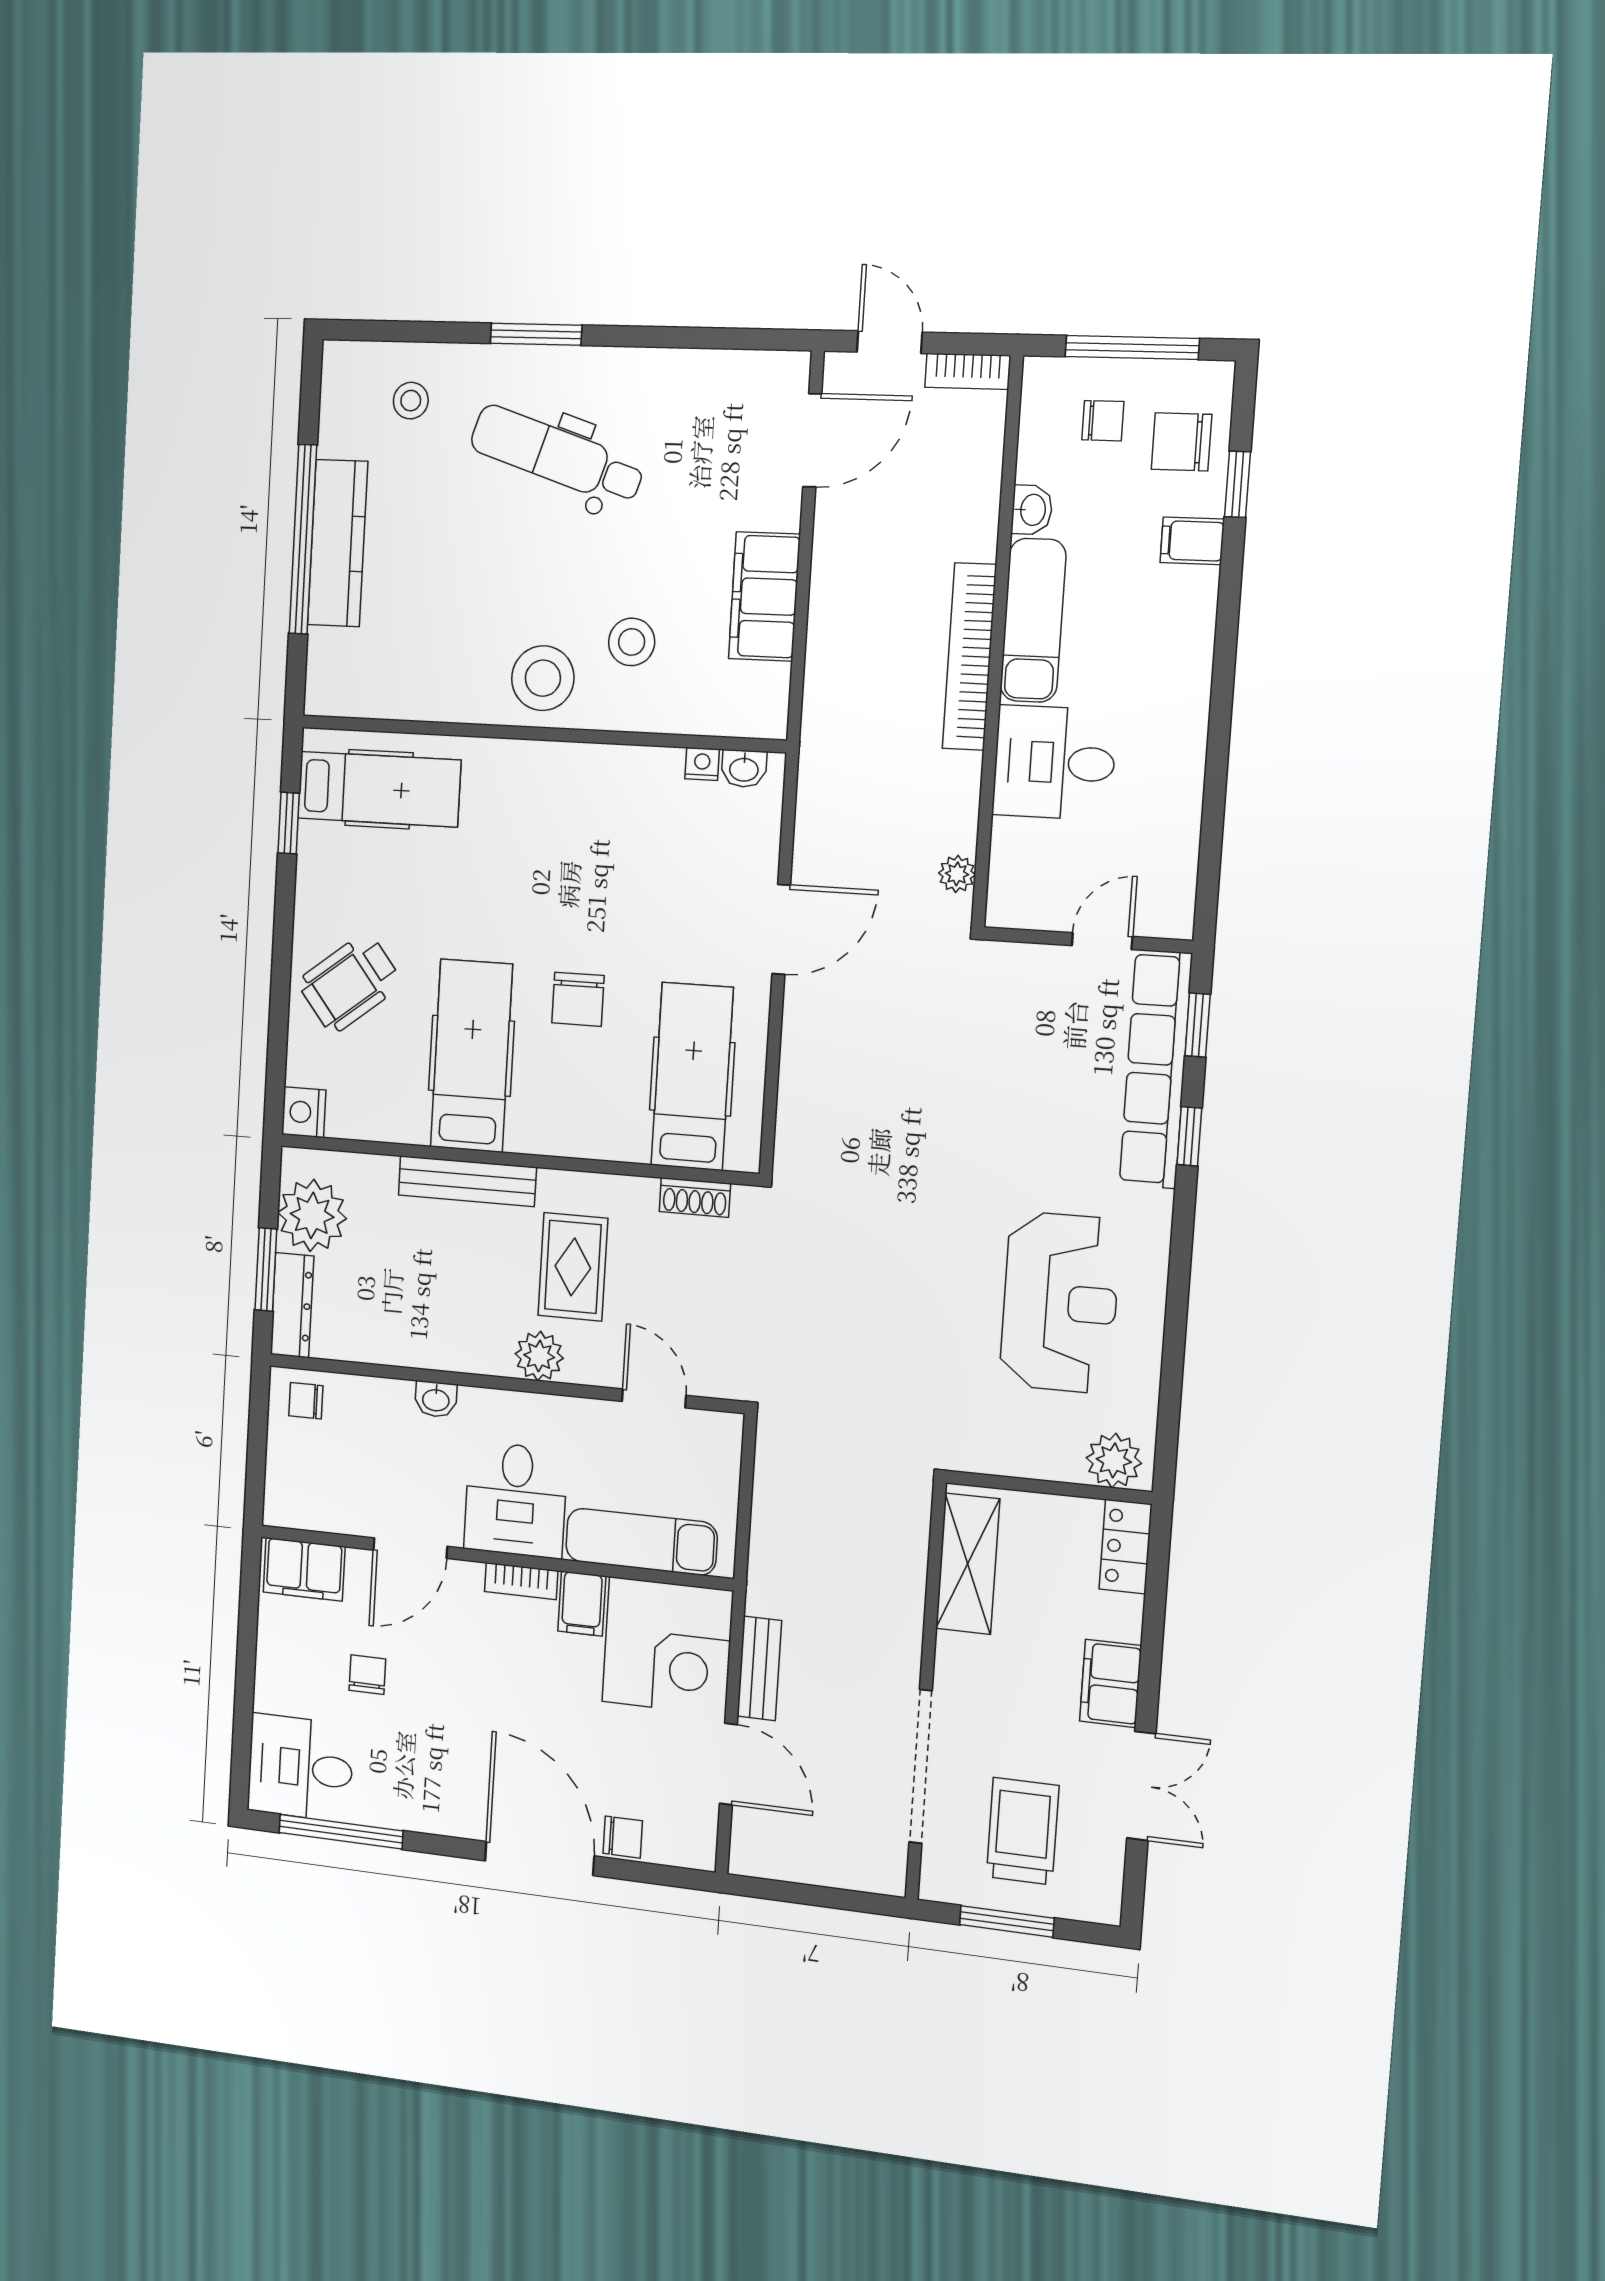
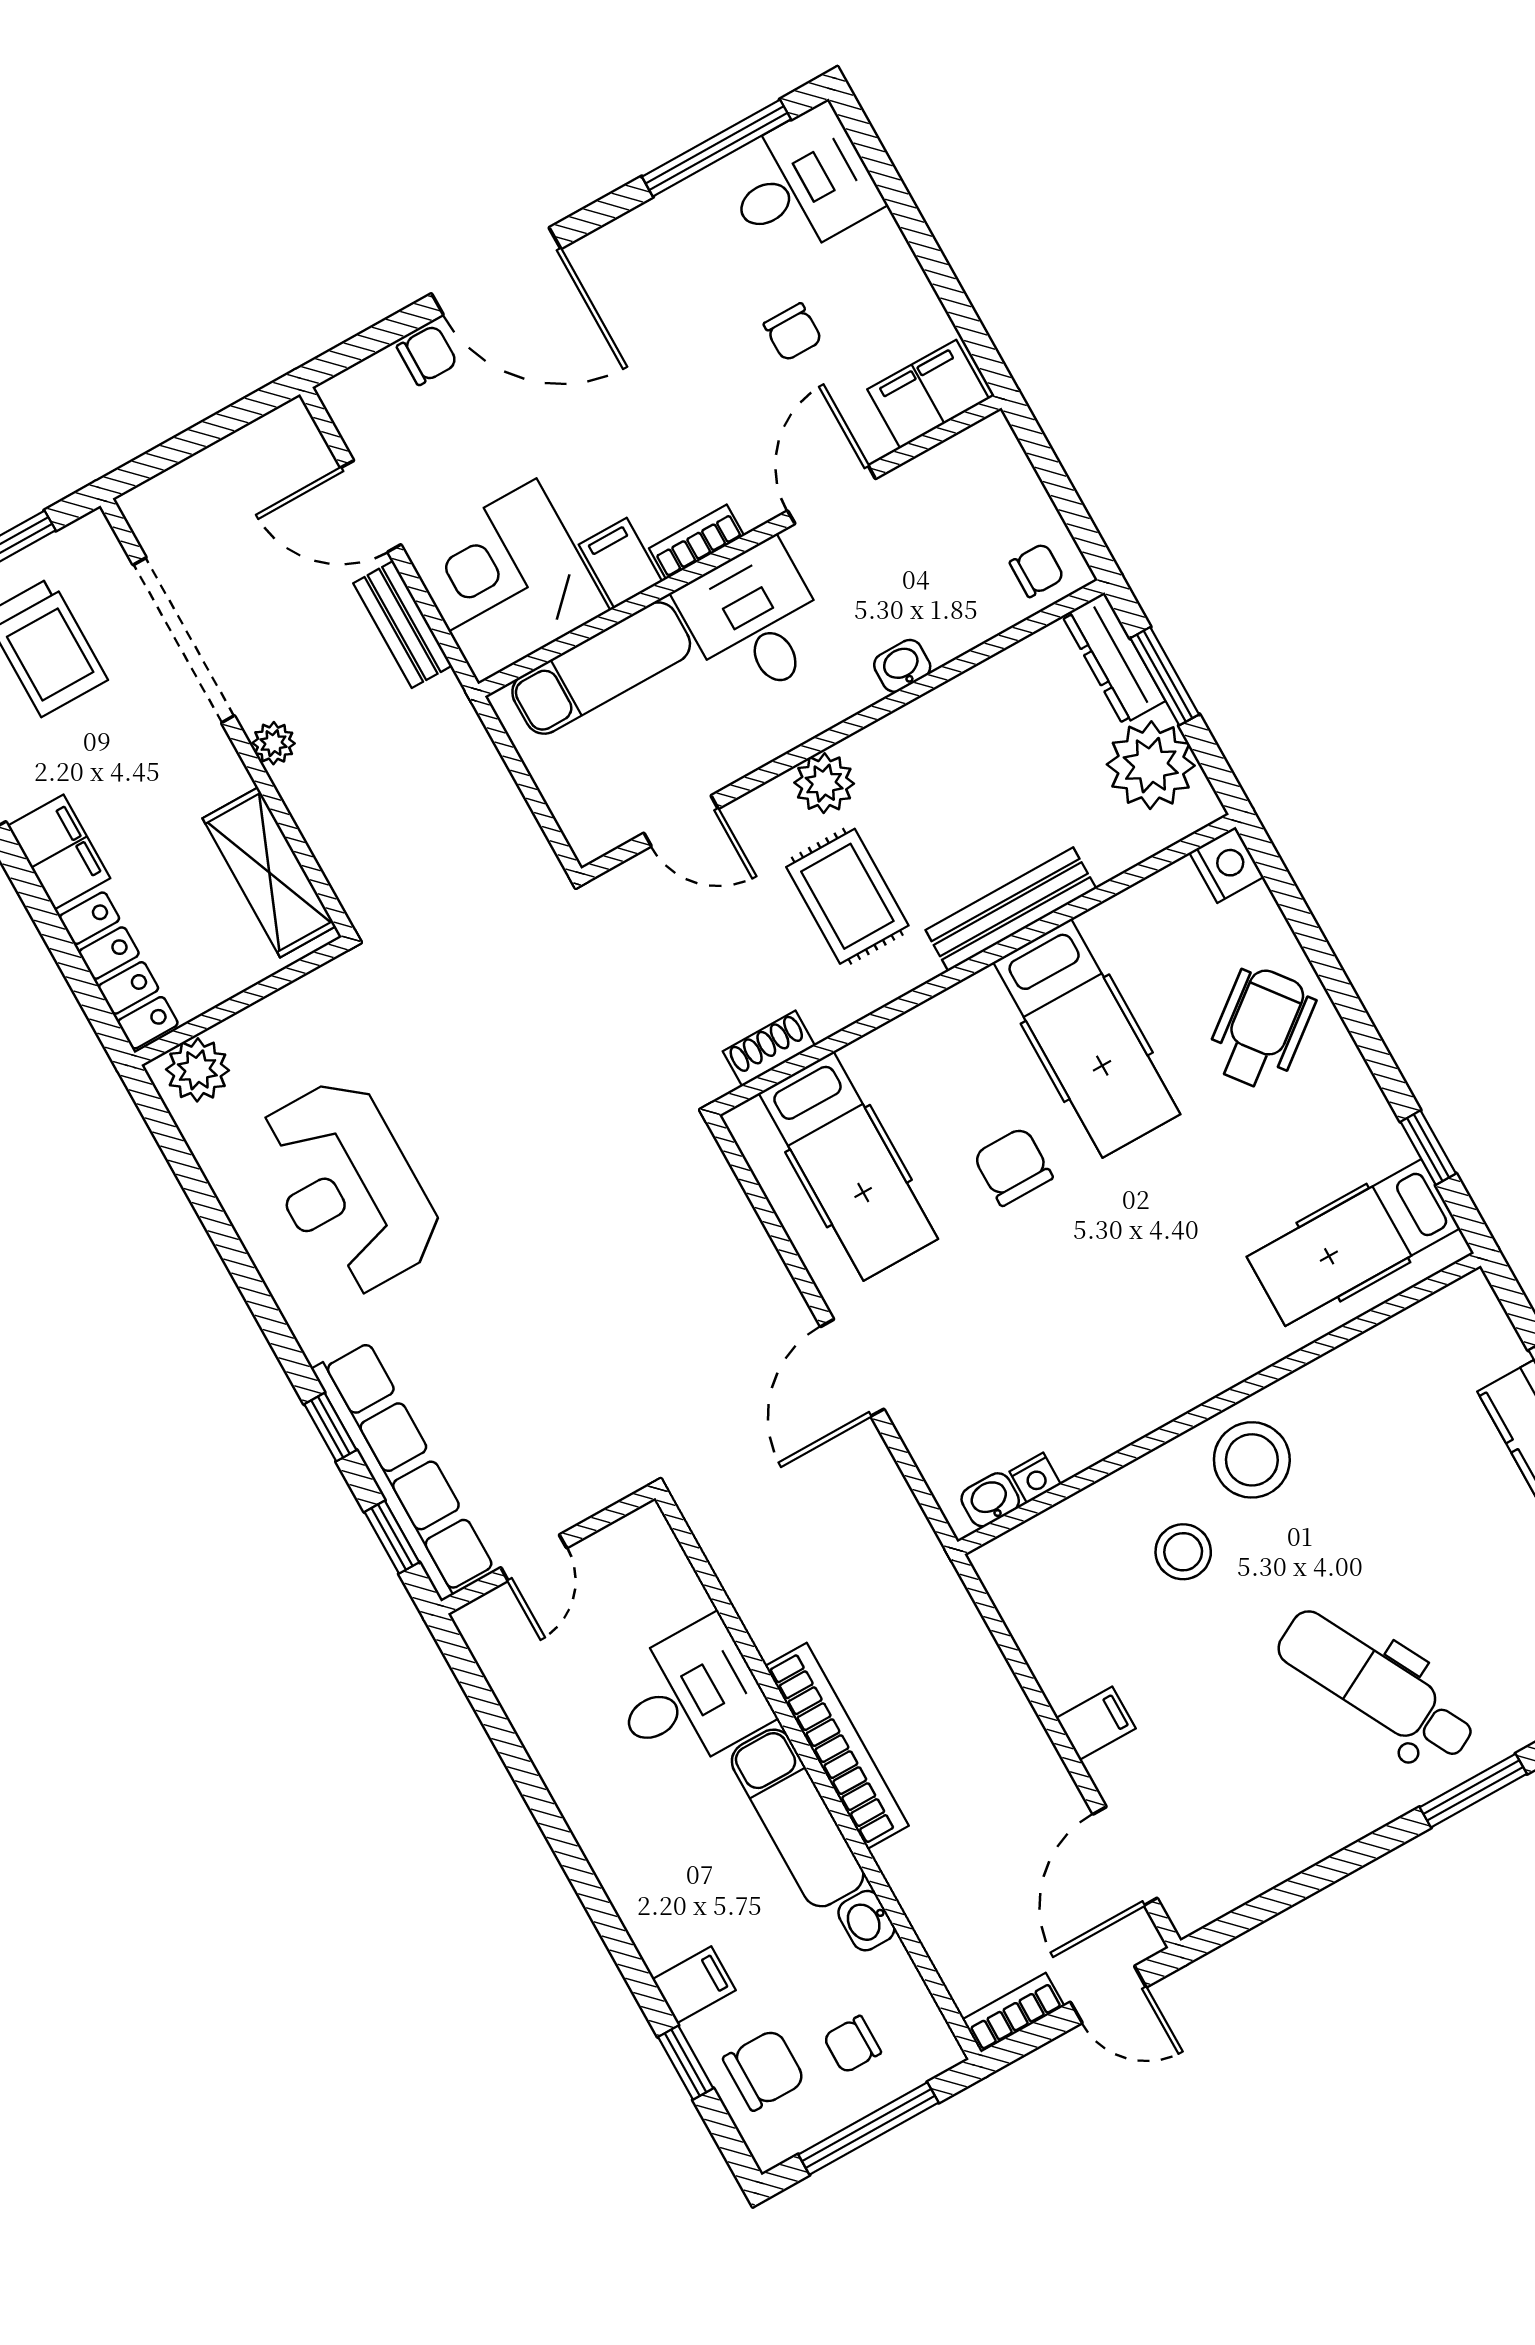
dental chair: (557, 455) -> (1376, 1686), turned -136
filing cabinet: (764, 596) -> (1096, 1723), width x0.33, depth x0.86
plant: (957, 874) -> (274, 743), moved
locker: (1126, 1547) -> (119, 970), width x1.53
chair: (623, 1837) -> (427, 355), turned 180

